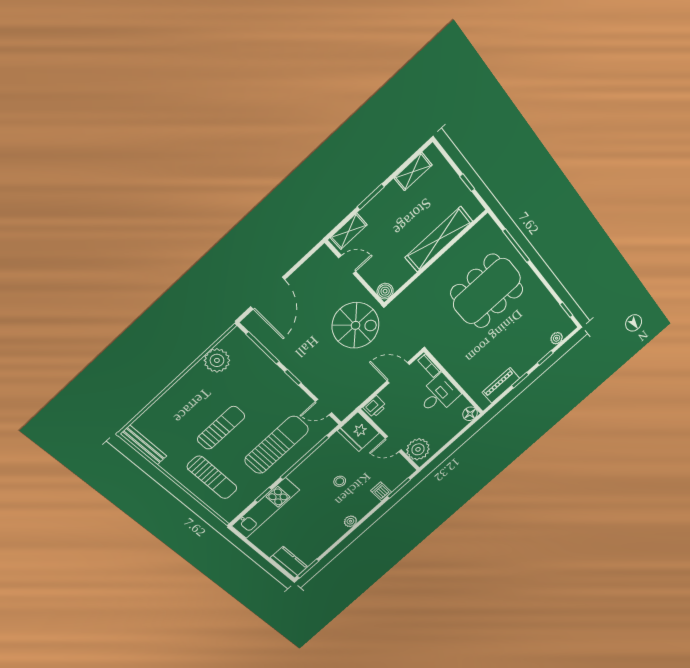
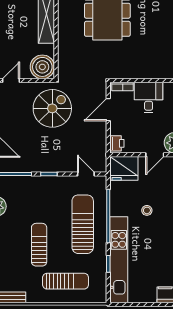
boiler: (385, 291) -> (42, 67), width x1.86, depth x1.86
door: (323, 407) -> (86, 174), swing flipped
kitchen unit: (266, 508) -> (119, 260), width x1.36

